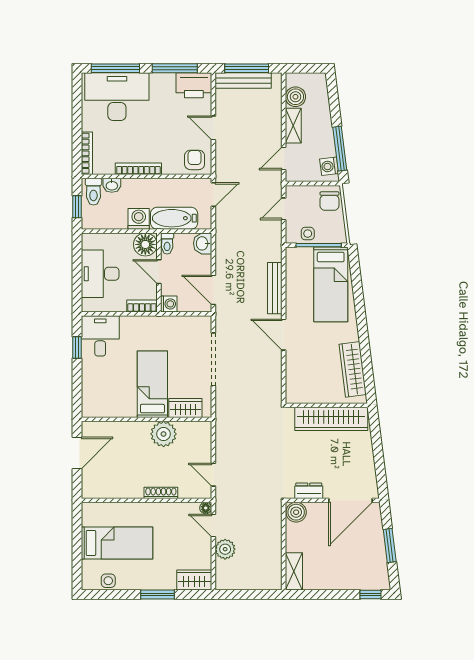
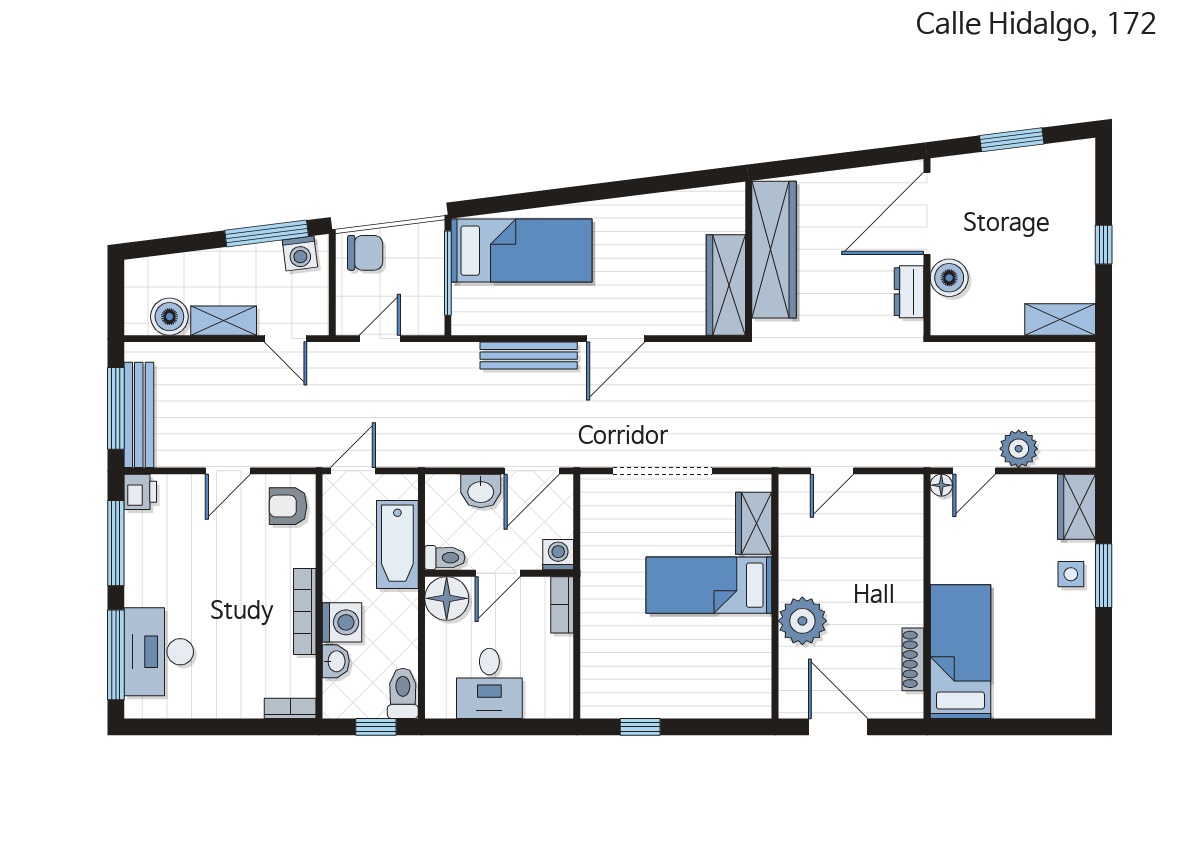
printer: (194, 85) -> (140, 492), width x0.53, depth x0.68
desk: (117, 97) -> (159, 652), width x0.73, depth x0.77
bookcase: (87, 153) -> (290, 708), width x0.64
toilet: (93, 192) -> (403, 693), moved, turned -90
door: (213, 194) -> (353, 471), hinge flipped
door: (284, 209) -> (380, 339), swing flipped
washing machine: (139, 219) -> (342, 622), moved, turned 180
side table: (308, 234) -> (426, 294), removed
washbasin: (203, 243) -> (481, 491), moved
desk: (100, 274) -> (489, 683), width x0.73
desk: (100, 336) -> (618, 683), removed
wardrobe: (353, 369) -> (726, 285), moved, turned 97
plant: (164, 434) -> (802, 621), moved
door: (213, 475) -> (832, 471), moved
shoe rack: (161, 493) -> (913, 659), moved
door: (351, 500) -> (927, 213), swing flipped
boiler: (296, 512) -> (949, 278), moved
bed: (117, 543) -> (960, 652), moved
side table: (108, 581) -> (1071, 574), moved
window: (371, 595) -> (1104, 245), moved

